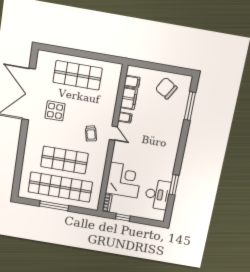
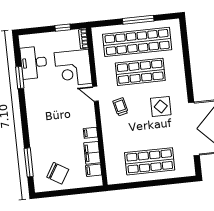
display table: (55, 111) -> (161, 106), moved
door: (113, 133) -> (96, 94), moved

